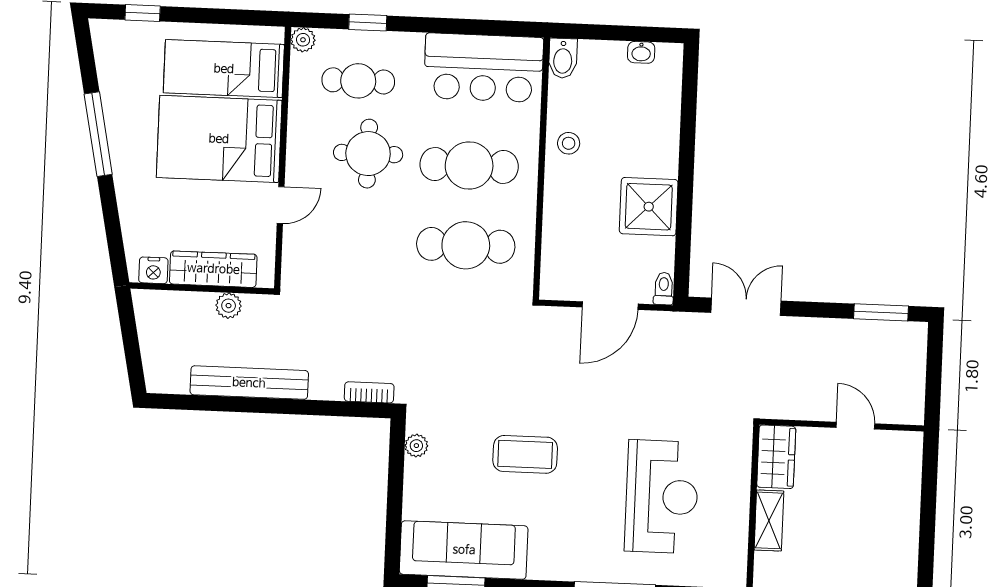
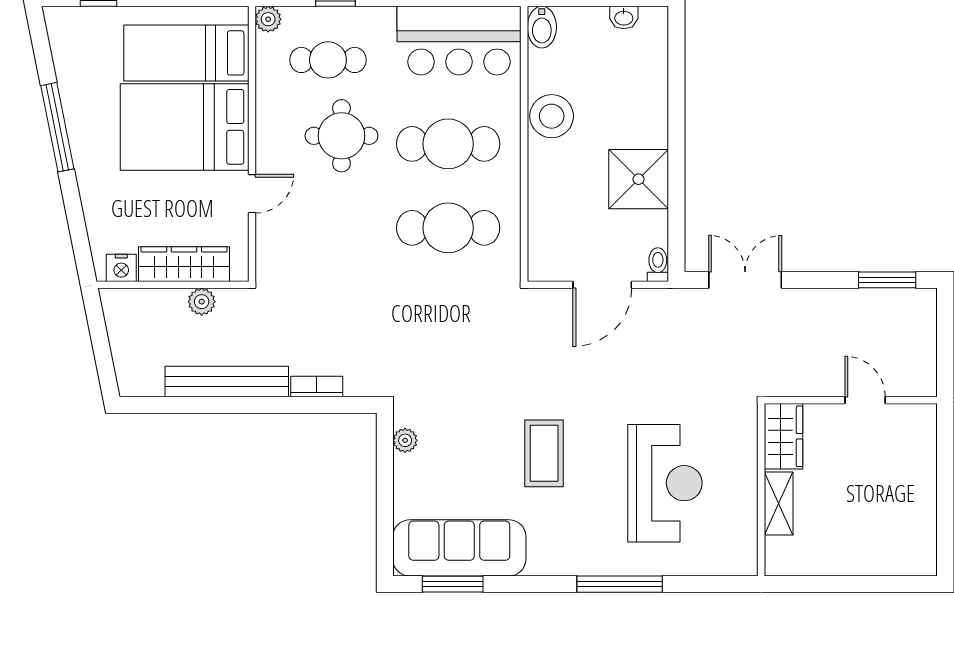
stool: (569, 143) -> (552, 116), width x1.89, depth x1.89
bookcase: (369, 392) -> (317, 387), moved
coffee table: (525, 454) -> (544, 453), moved, turned 90

